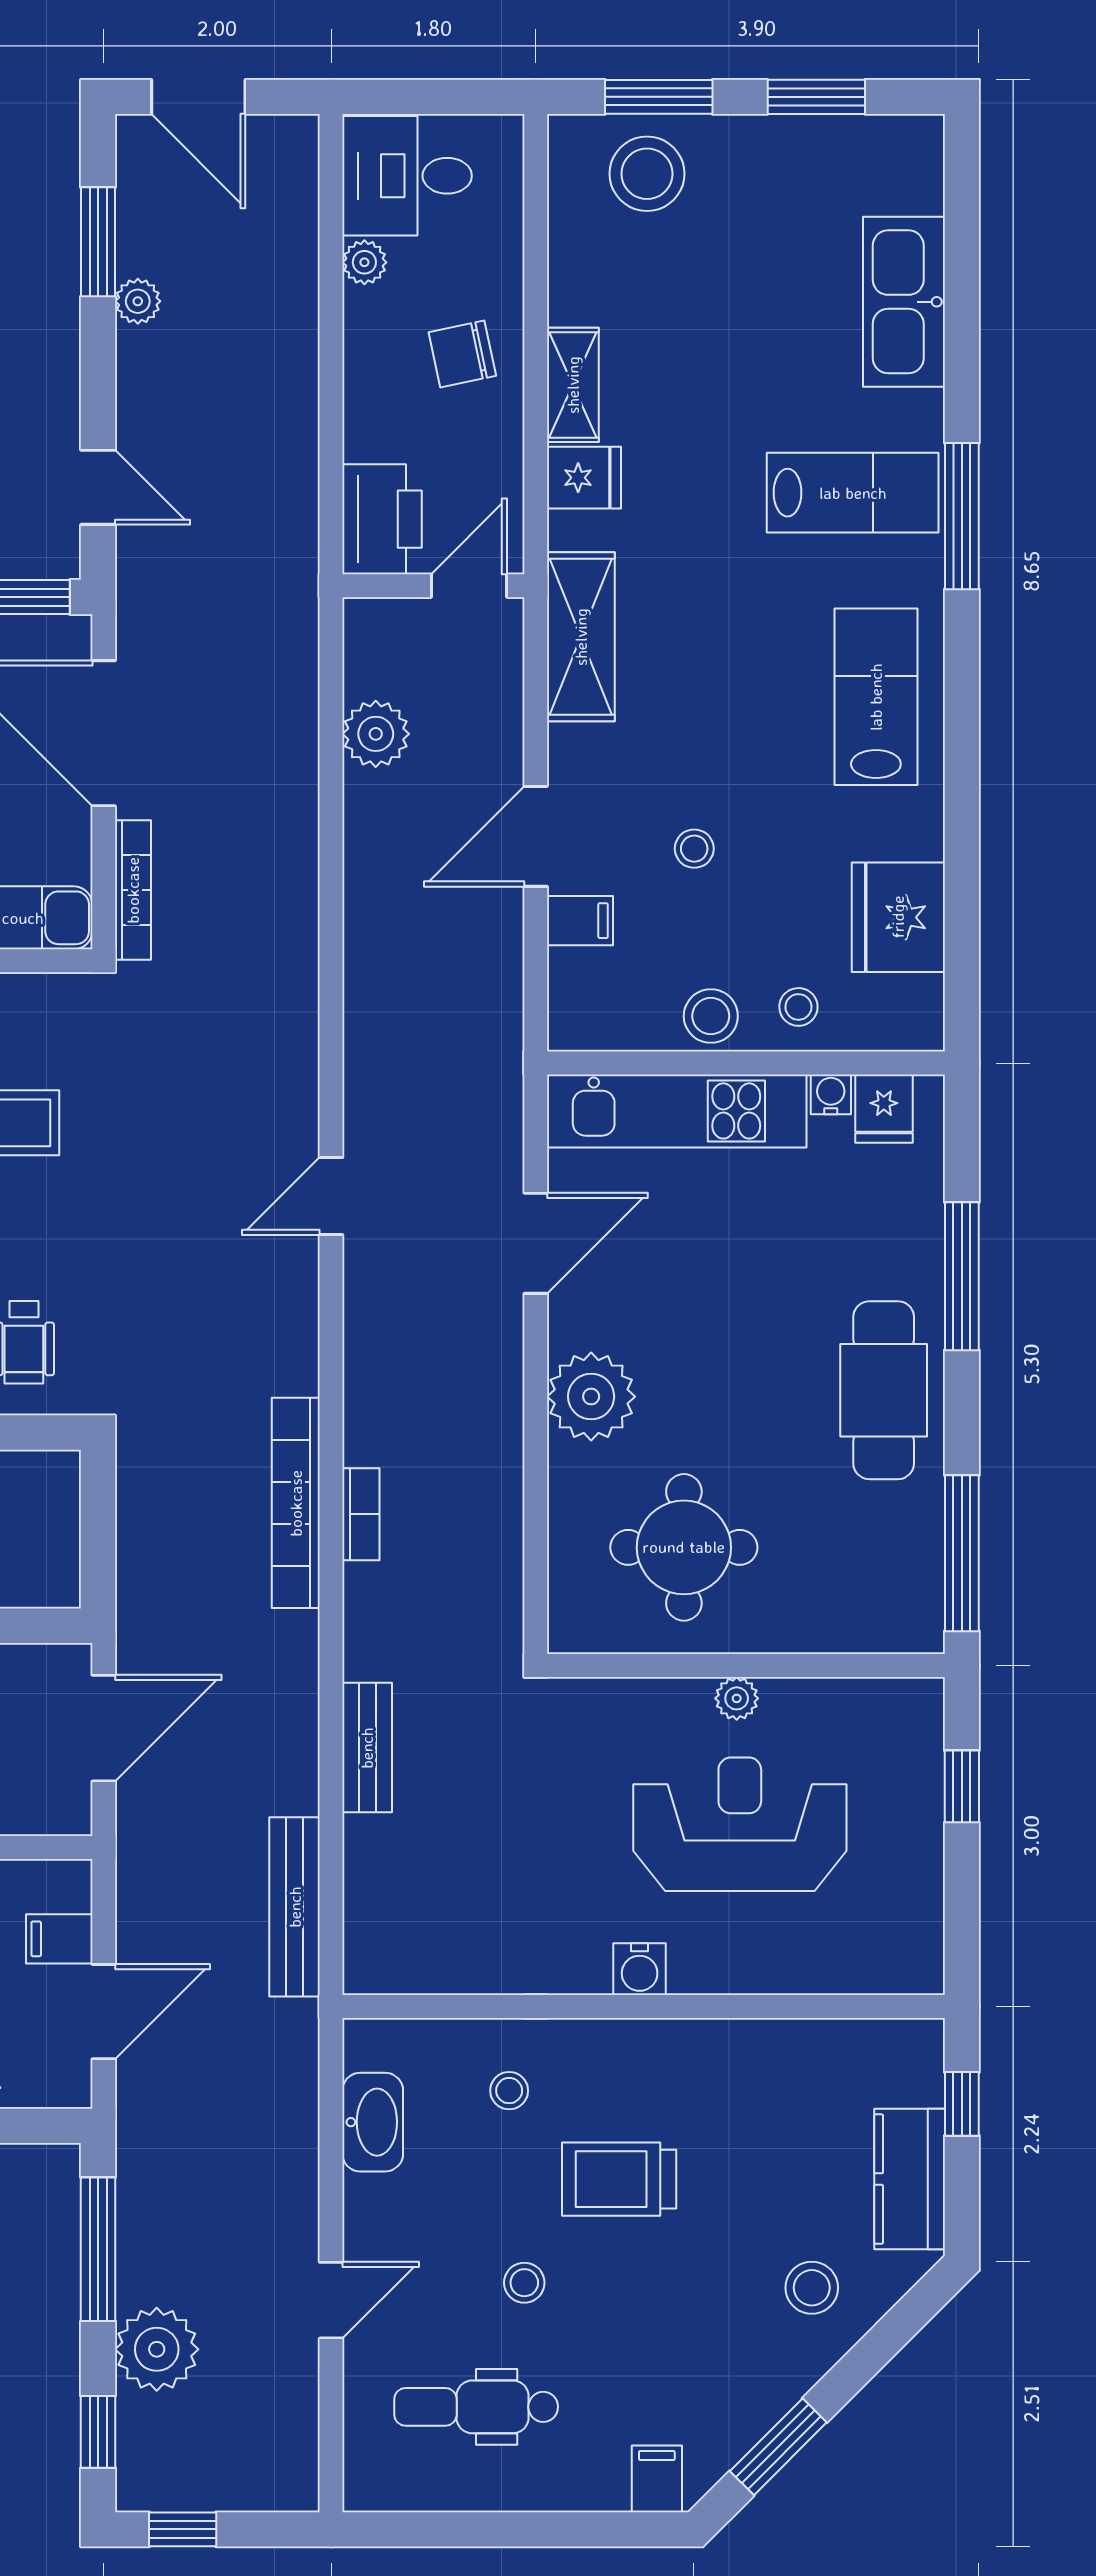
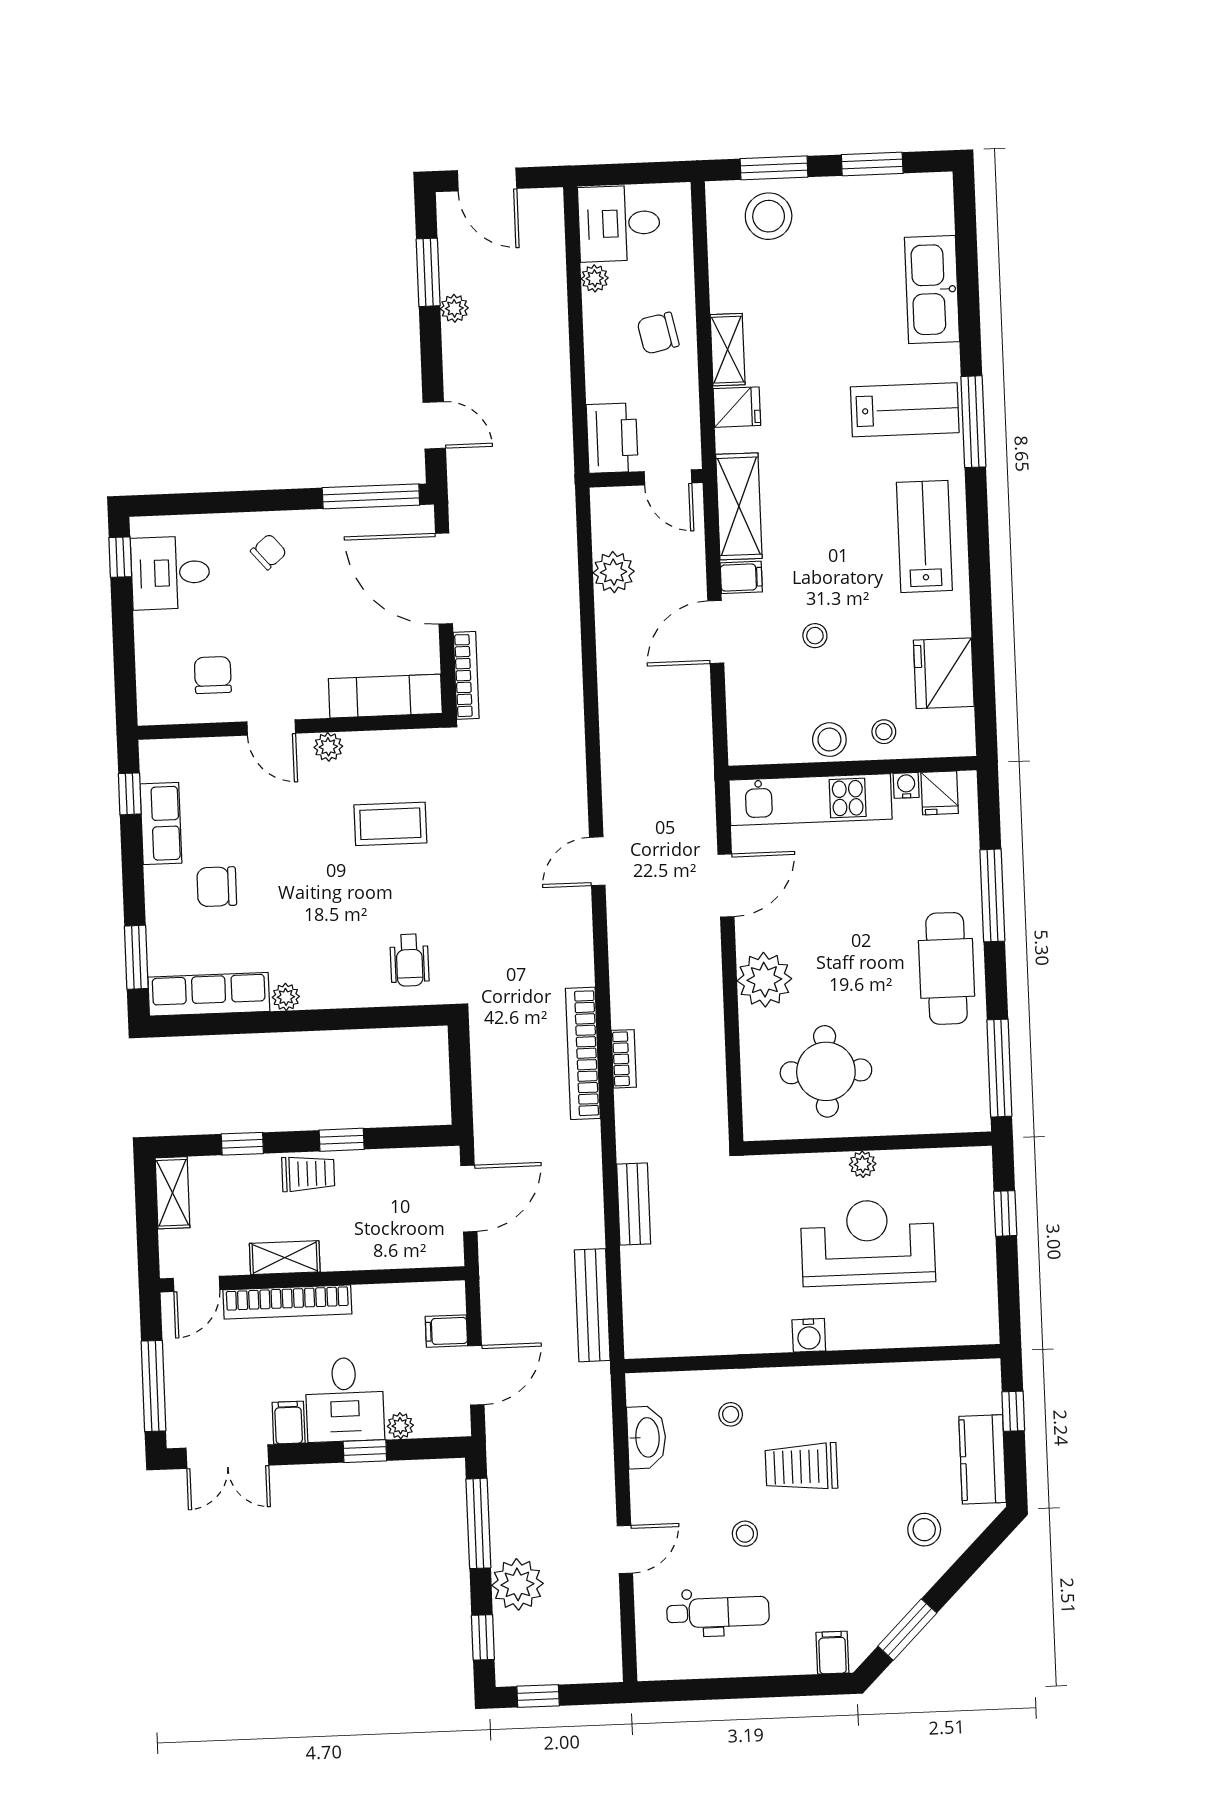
door: (469, 586) -> (668, 477), swing flipped
filing cabinet: (580, 921) -> (741, 577), moved
dental chair: (476, 2407) -> (718, 1612), turned 180

